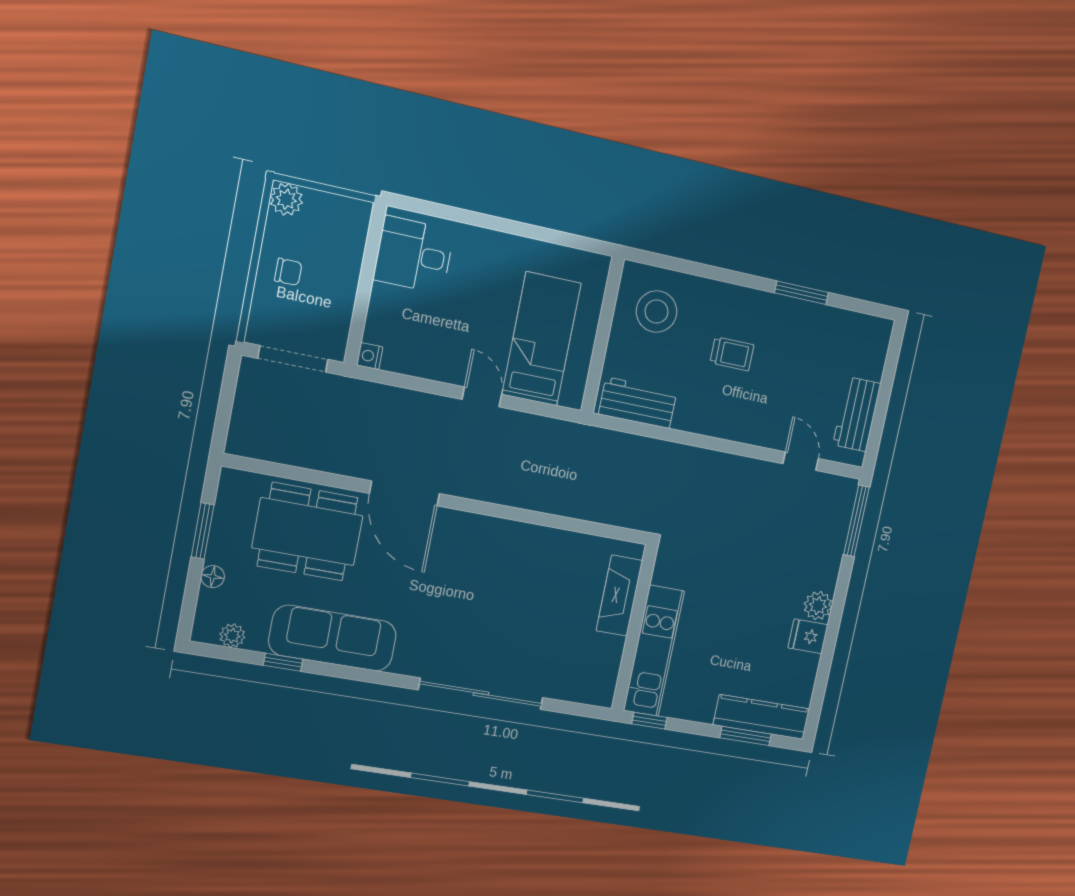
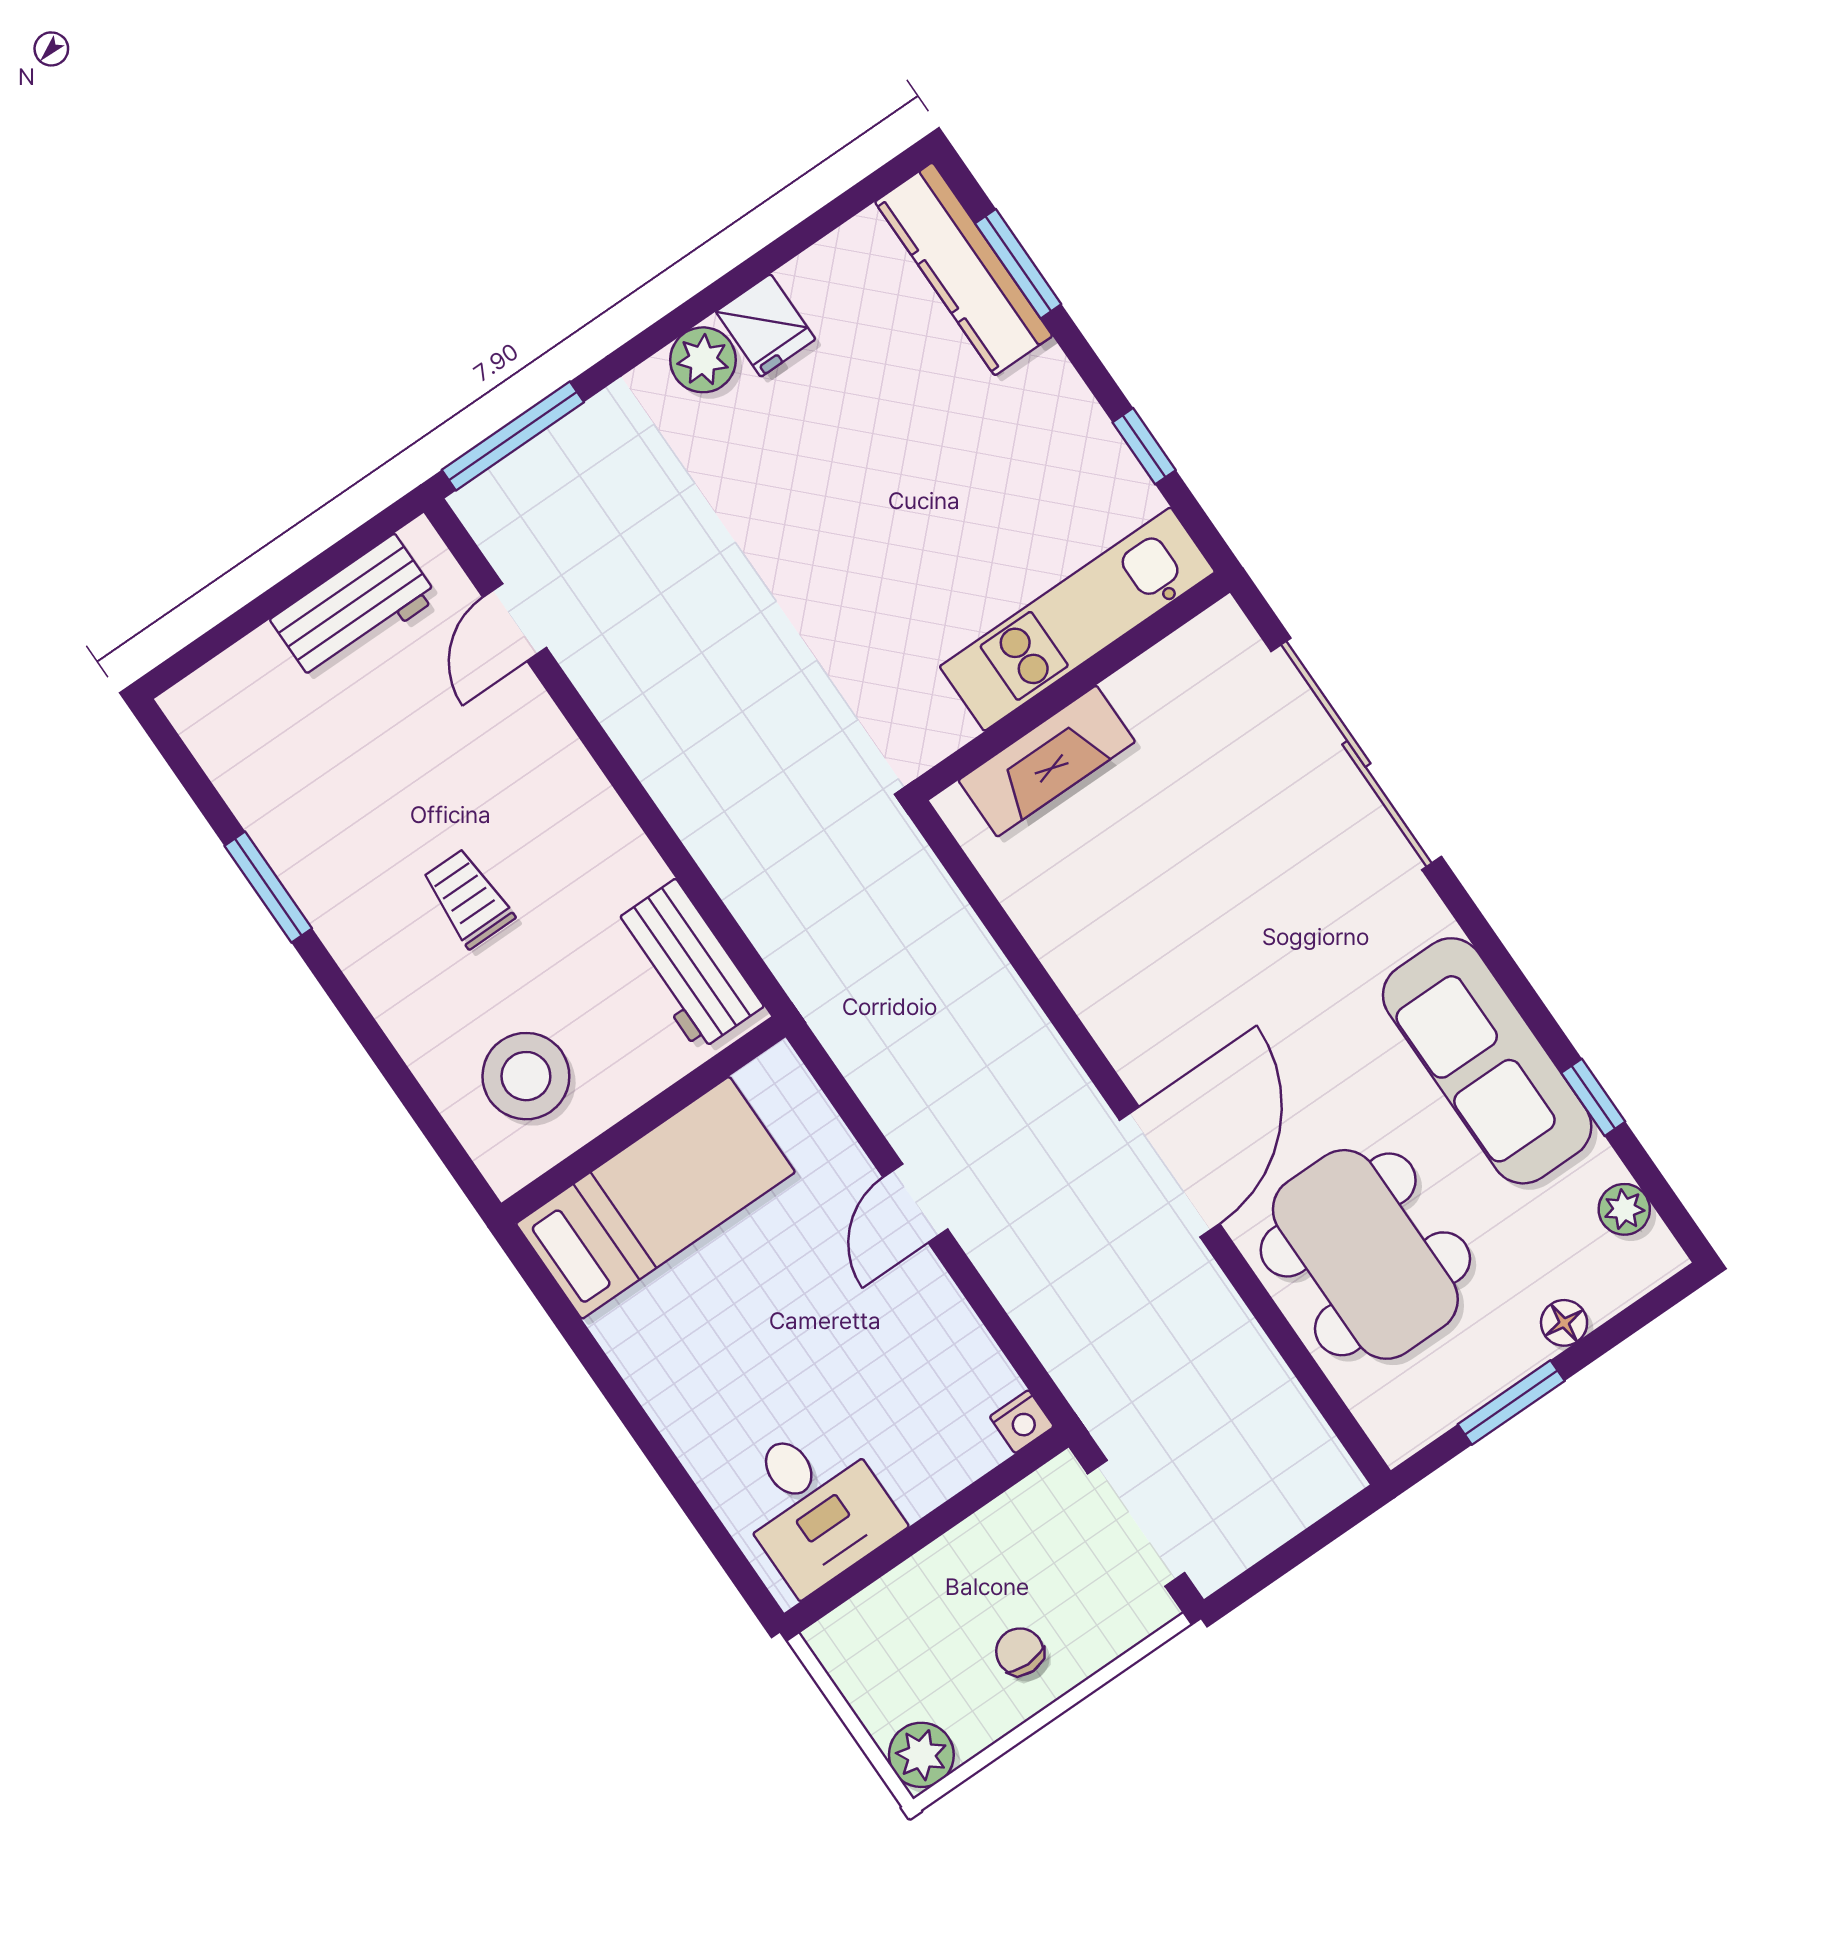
bed: (541, 339) -> (656, 1198), moved, turned 180
fireplace: (619, 596) -> (1047, 761), moved
wall: (635, 628) -> (1072, 686), moved
kitchen unit: (654, 651) -> (1077, 619), moved

